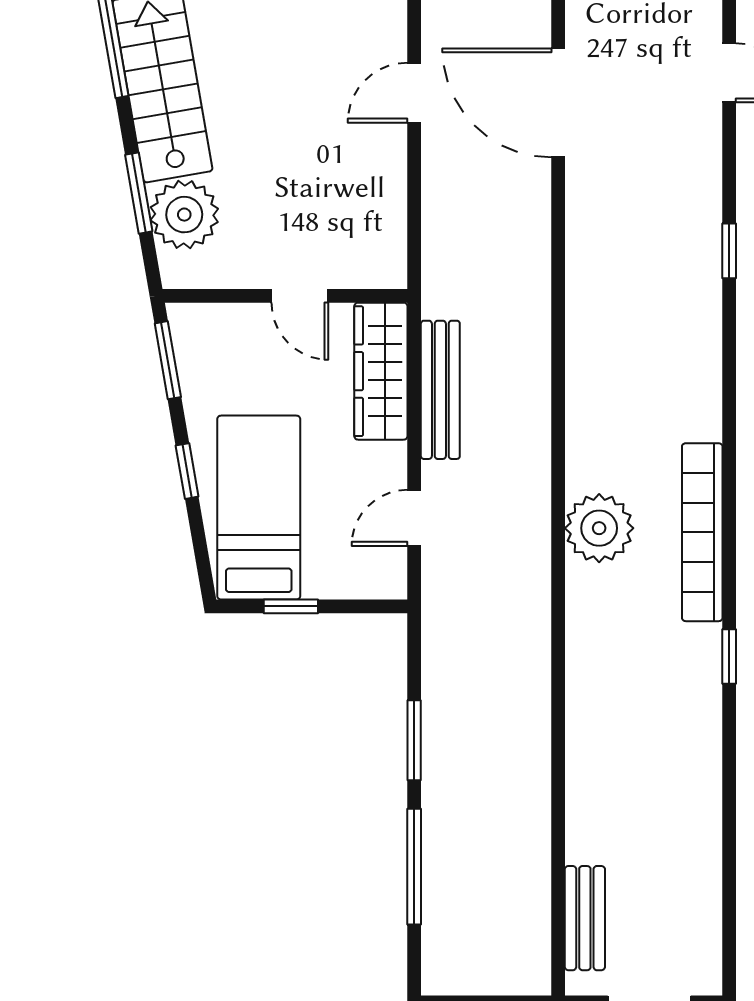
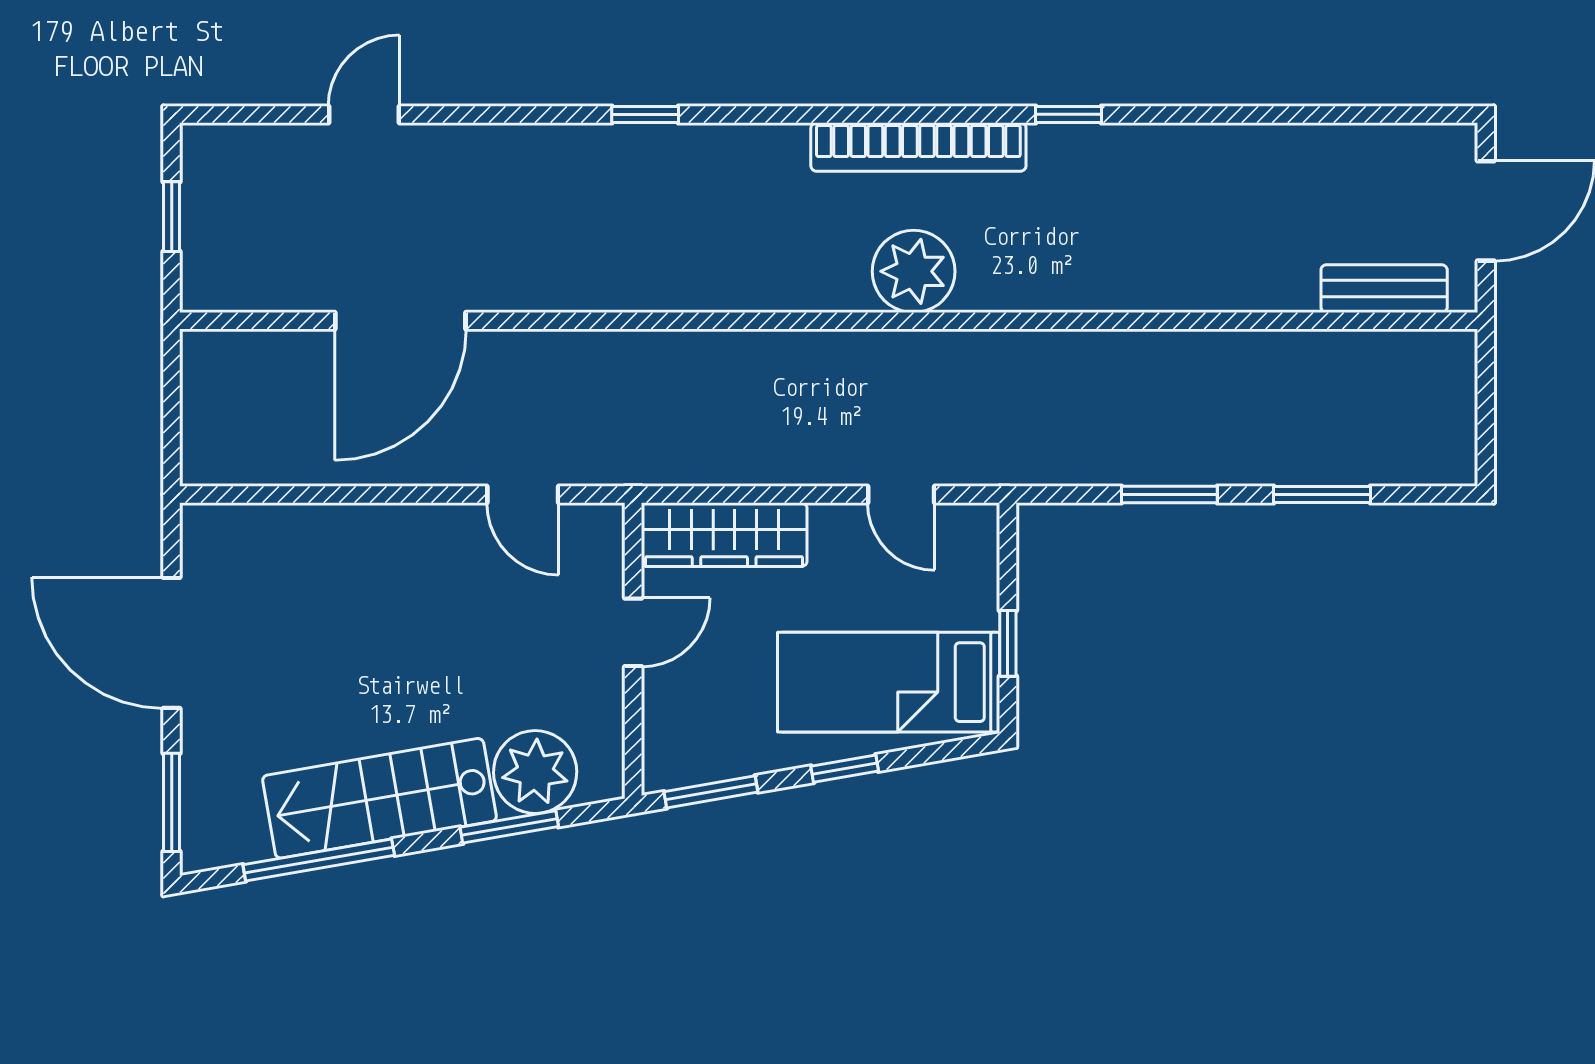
door: (414, 93) -> (523, 495), moved
window: (729, 251) -> (645, 114), moved
bench: (440, 390) -> (747, 463), removed
window: (414, 867) -> (1322, 495), width x0.69

